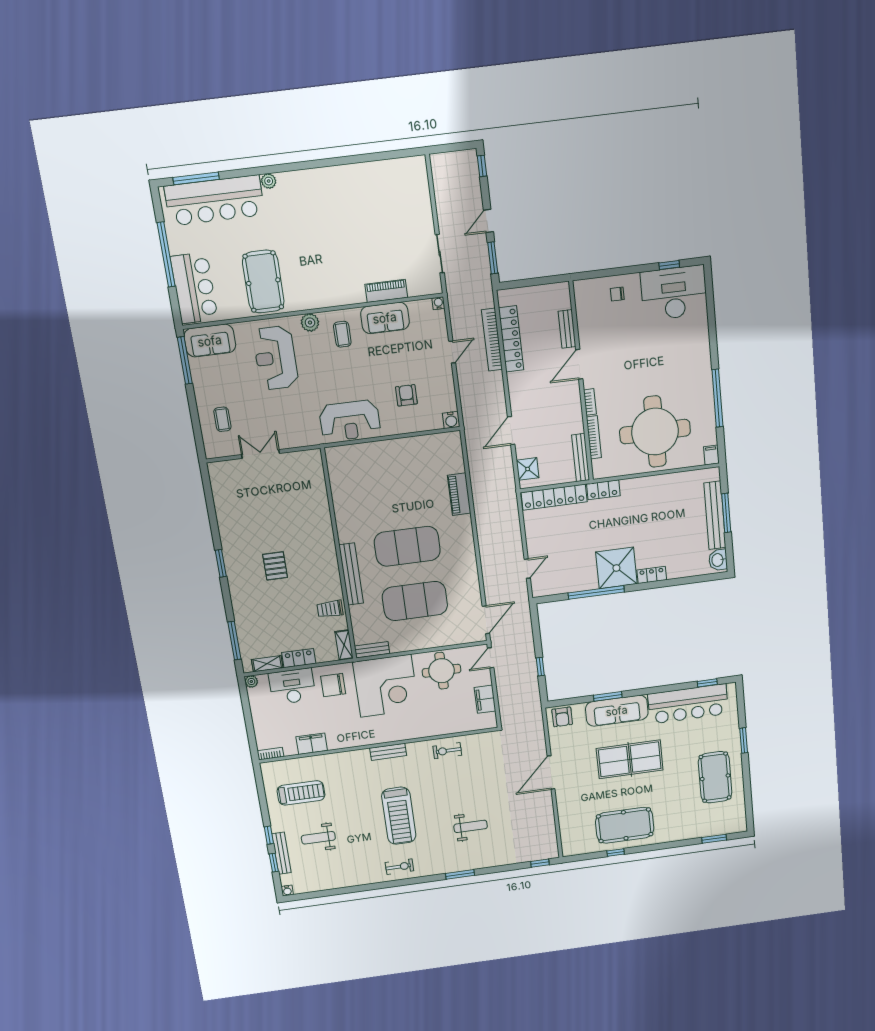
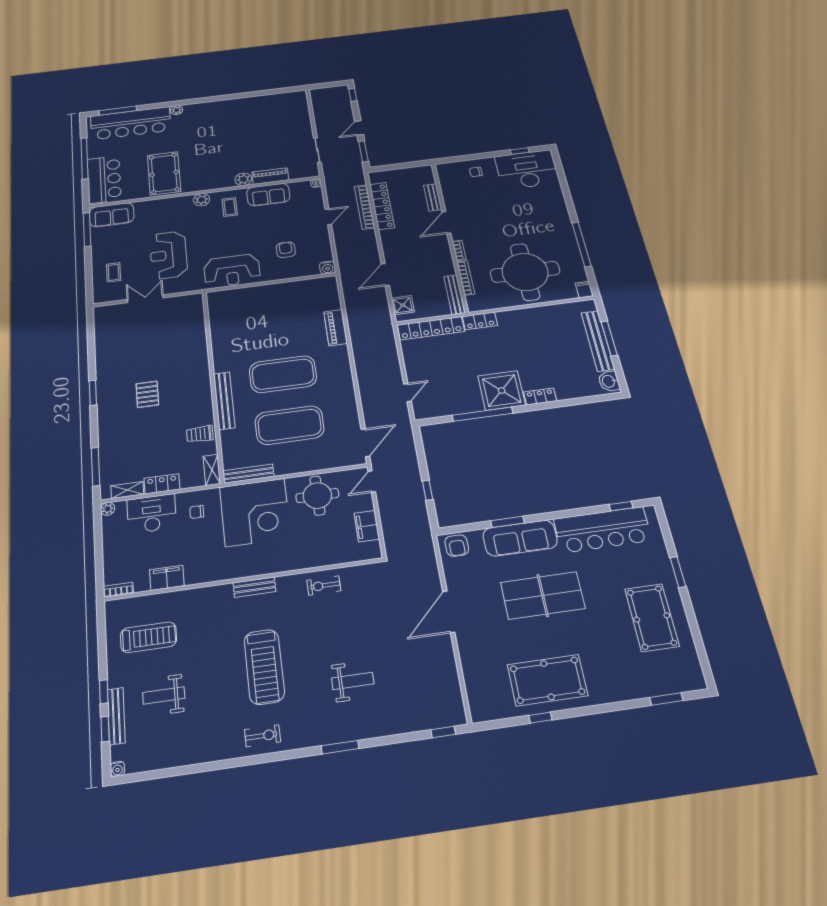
plant: (356, 295) -> (243, 179), added
reception desk: (276, 358) -> (168, 255), moved
bench: (372, 650) -> (248, 474), width x1.36
chair: (333, 685) -> (197, 512), width x0.54, depth x0.54

